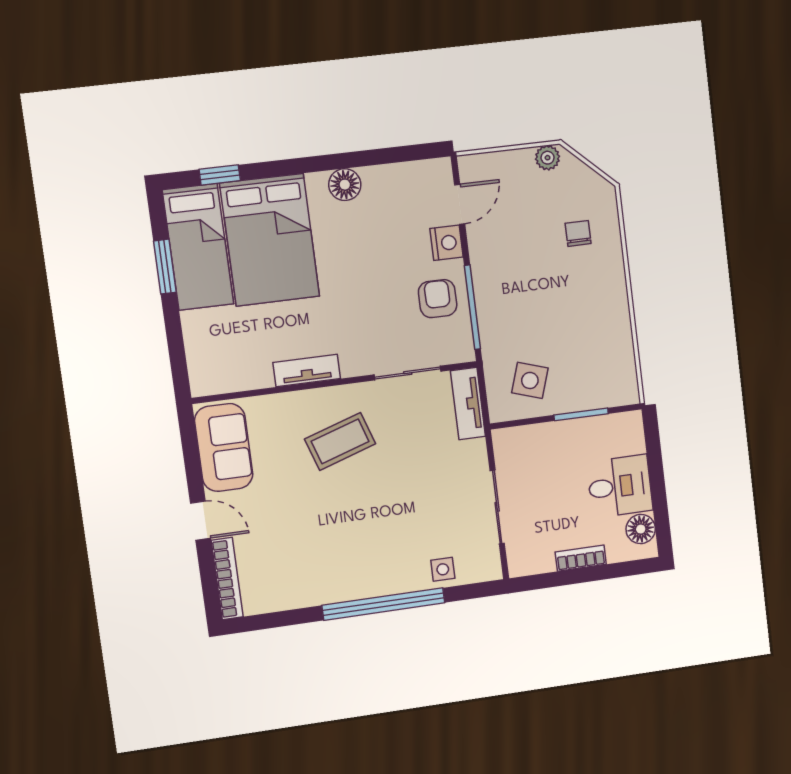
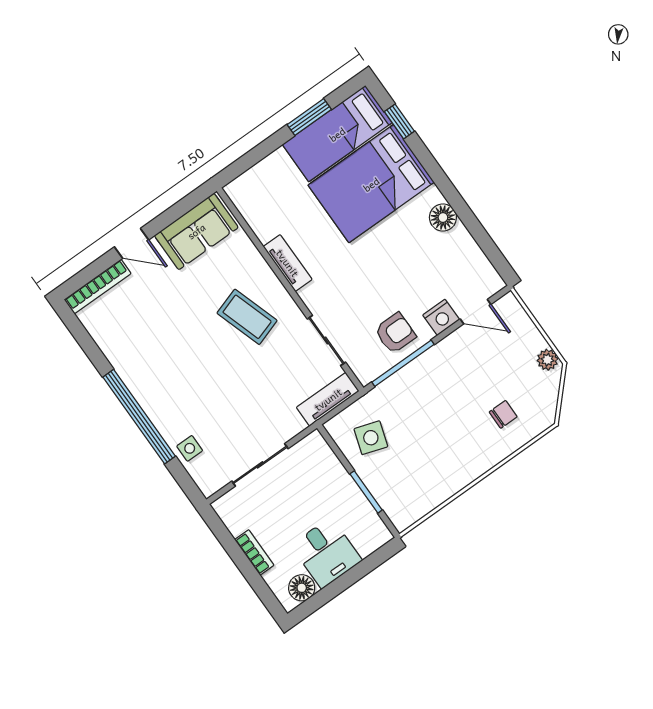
door: (201, 521) -> (132, 243), hinge flipped

